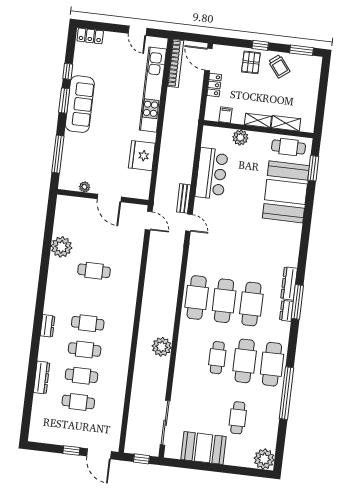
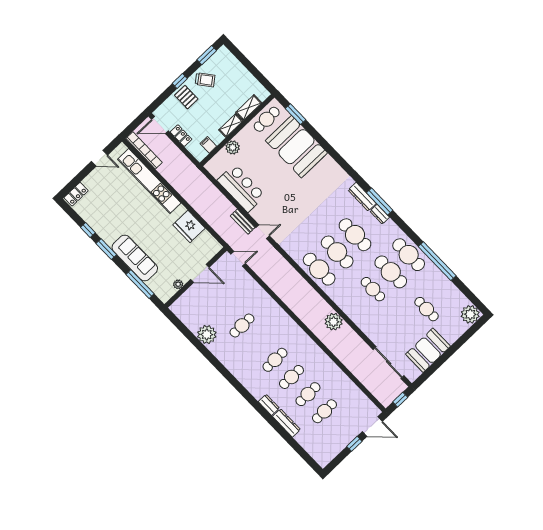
sofa: (80, 104) -> (135, 258), moved
dresser: (48, 326) -> (269, 405), moved

